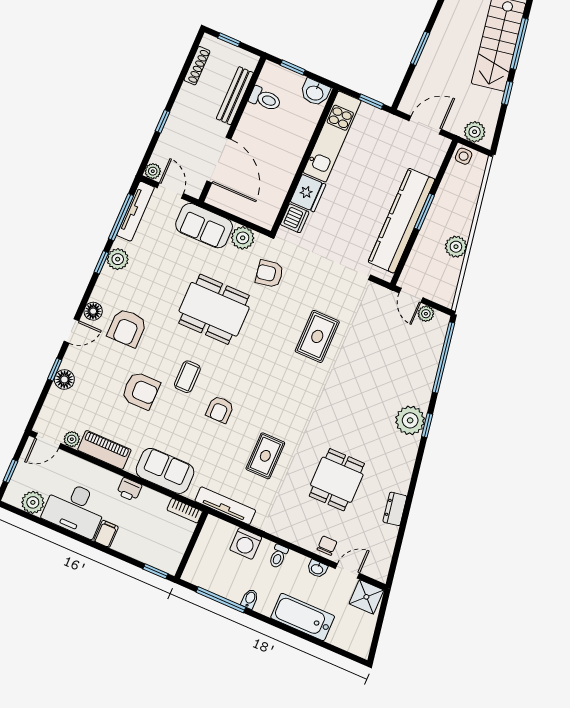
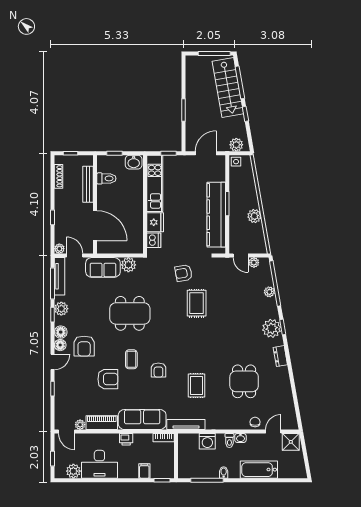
armchair: (269, 274) -> (184, 273), moved
plant: (430, 366) -> (269, 292), added
floor lamp: (64, 379) -> (61, 332), moved
door: (48, 441) -> (67, 432), hinge flipped
sofa: (165, 471) -> (142, 420), width x1.36
dresser: (395, 509) -> (280, 356), moved
filing cabinet: (106, 534) -> (144, 471), moved
washbasin: (317, 569) -> (240, 438), moved

